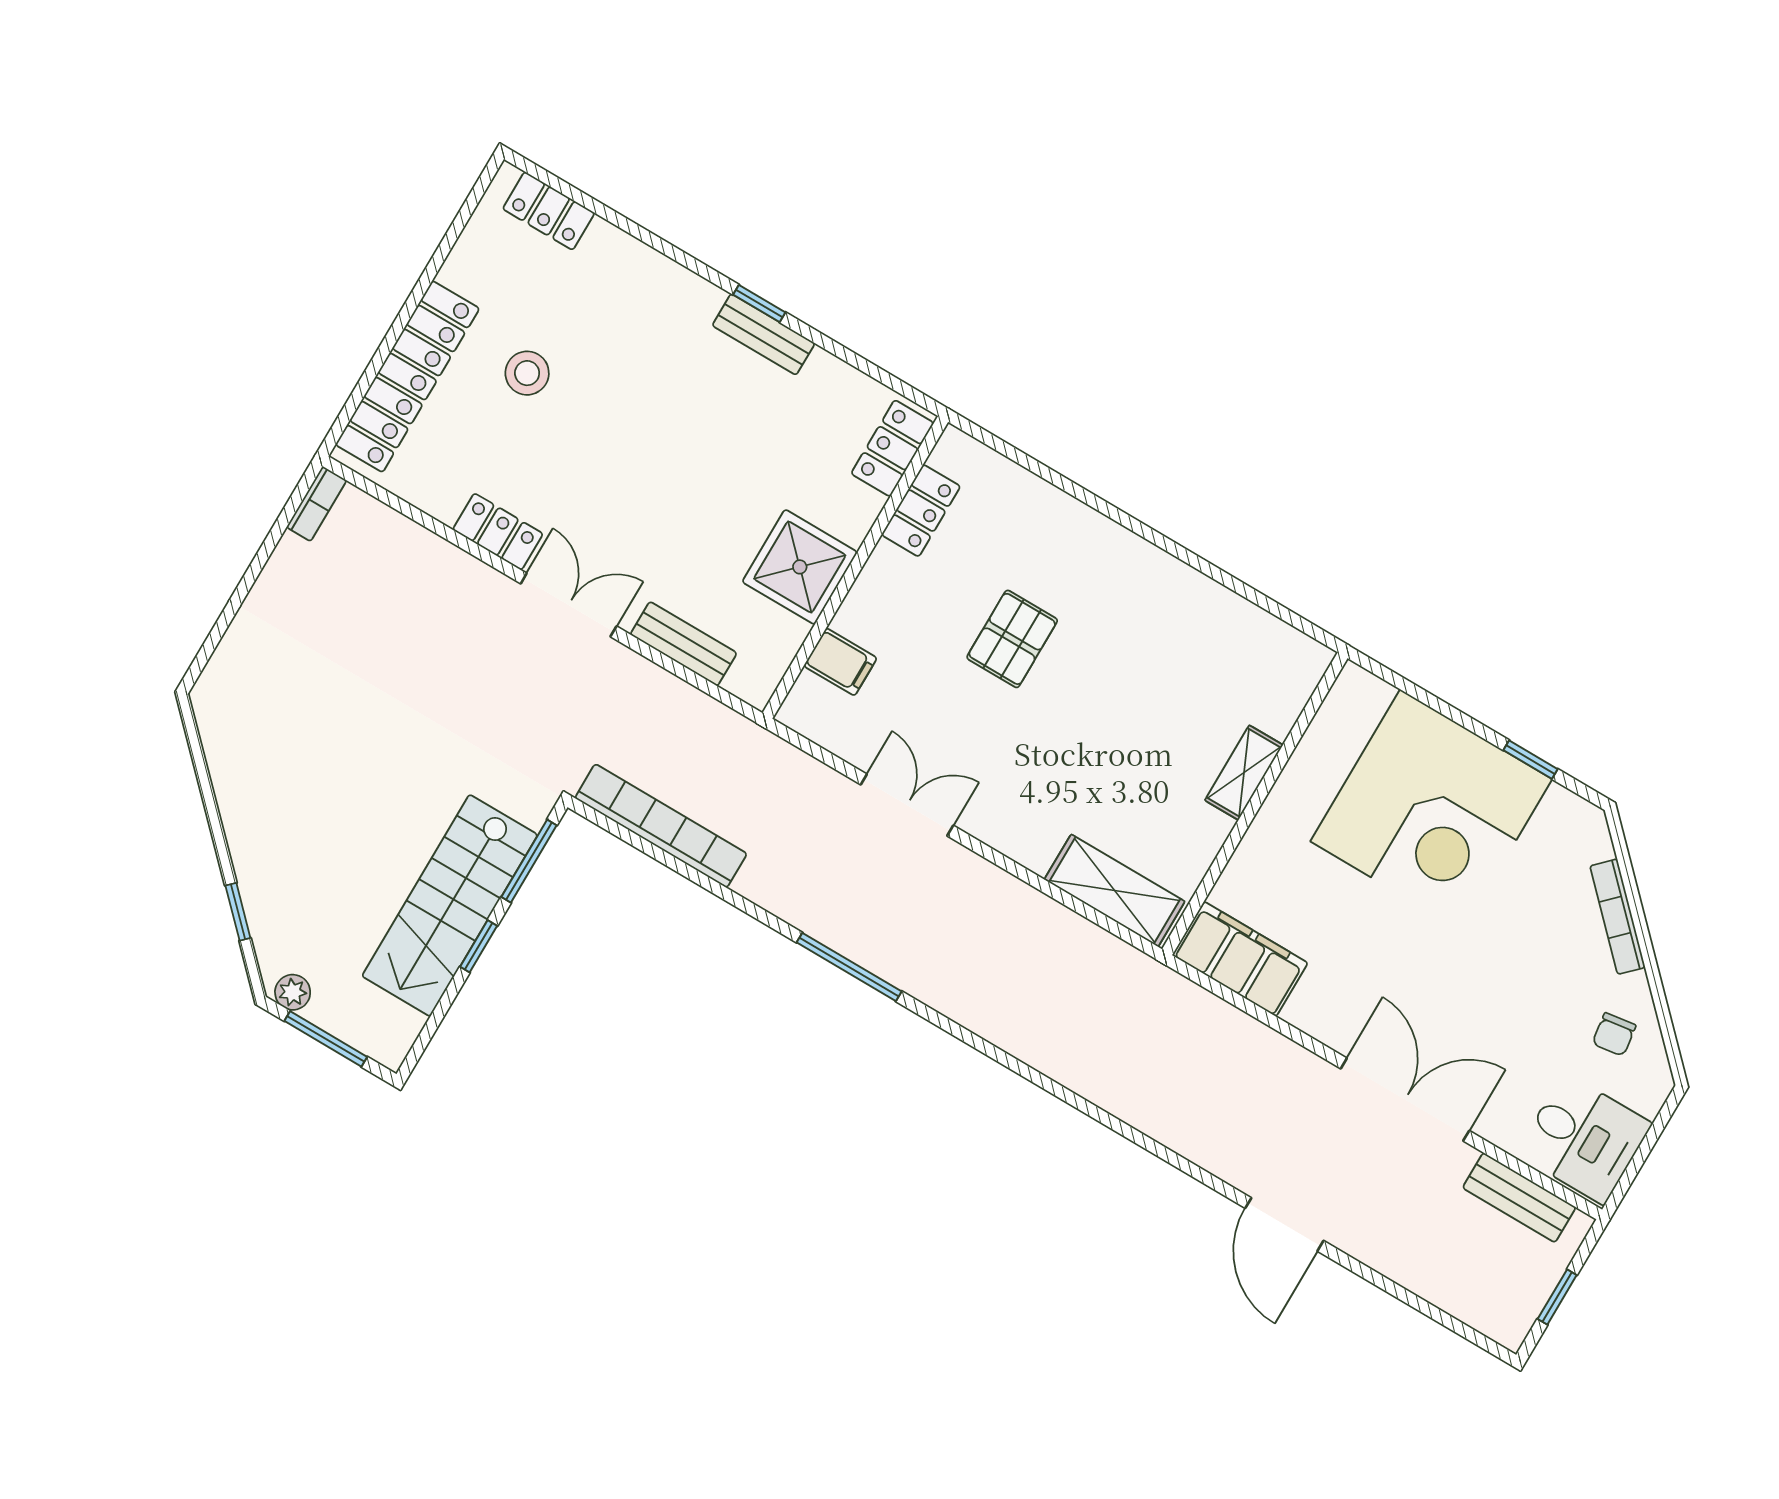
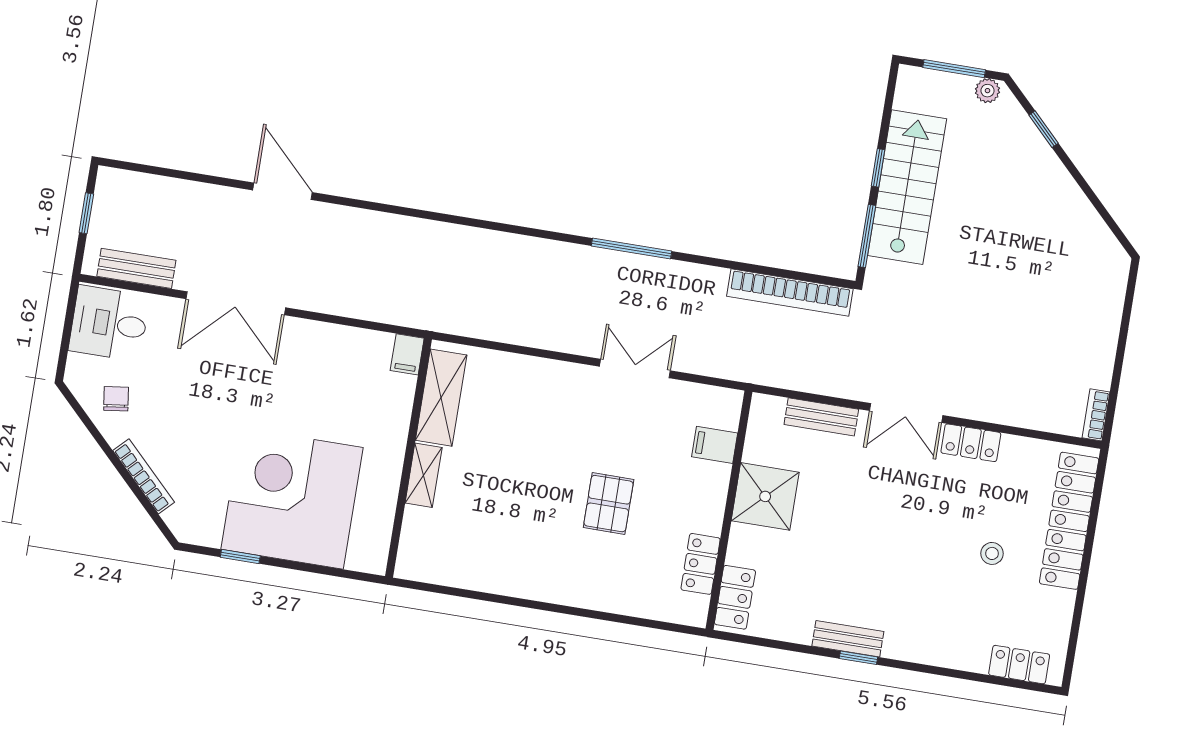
stool: (527, 373) -> (992, 553), width x0.73, depth x0.73
double door: (907, 805) -> (635, 369), swing flipped
shelving: (1115, 891) -> (441, 398), moved, turned 90
filing cabinet: (1240, 959) -> (407, 354), width x0.33, depth x0.86

